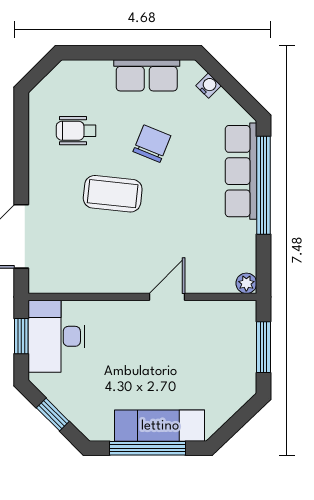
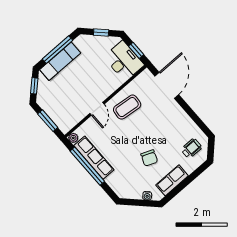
wheelchair: (76, 131) -> (191, 148), moved
row of seats: (241, 171) -> (94, 158), moved
window: (264, 185) -> (87, 166), moved
coffee table: (113, 194) -> (127, 107), moved
window: (236, 423) -> (34, 86), added

